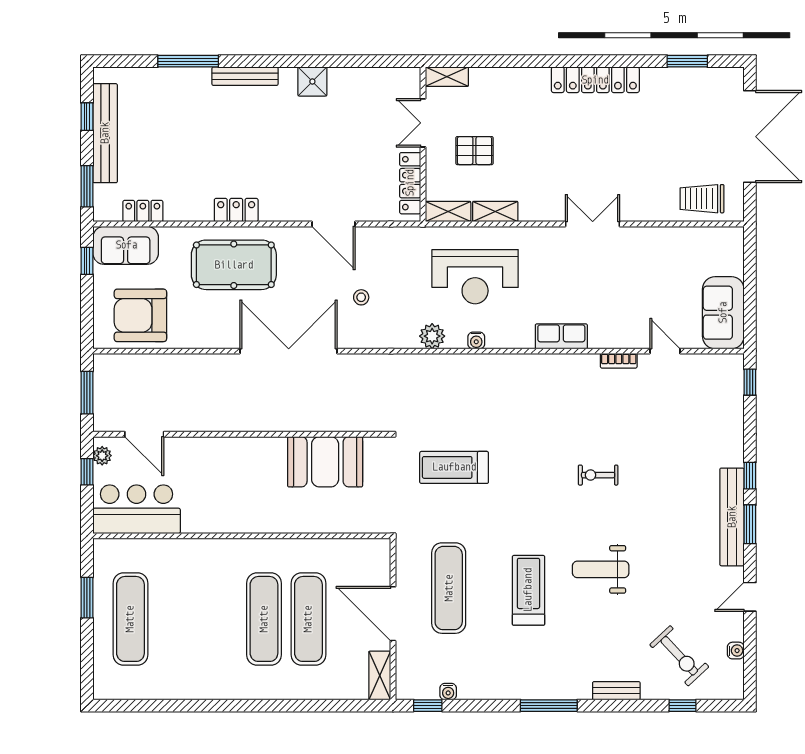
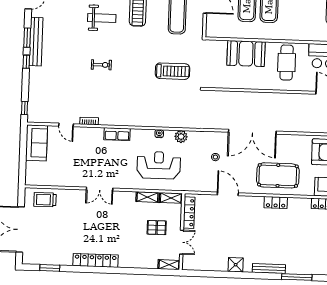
trolley: (702, 199) -> (45, 200), turned 180
booth: (325, 462) -> (246, 54), moved
cafe table: (225, 493) -> (287, 63), added

